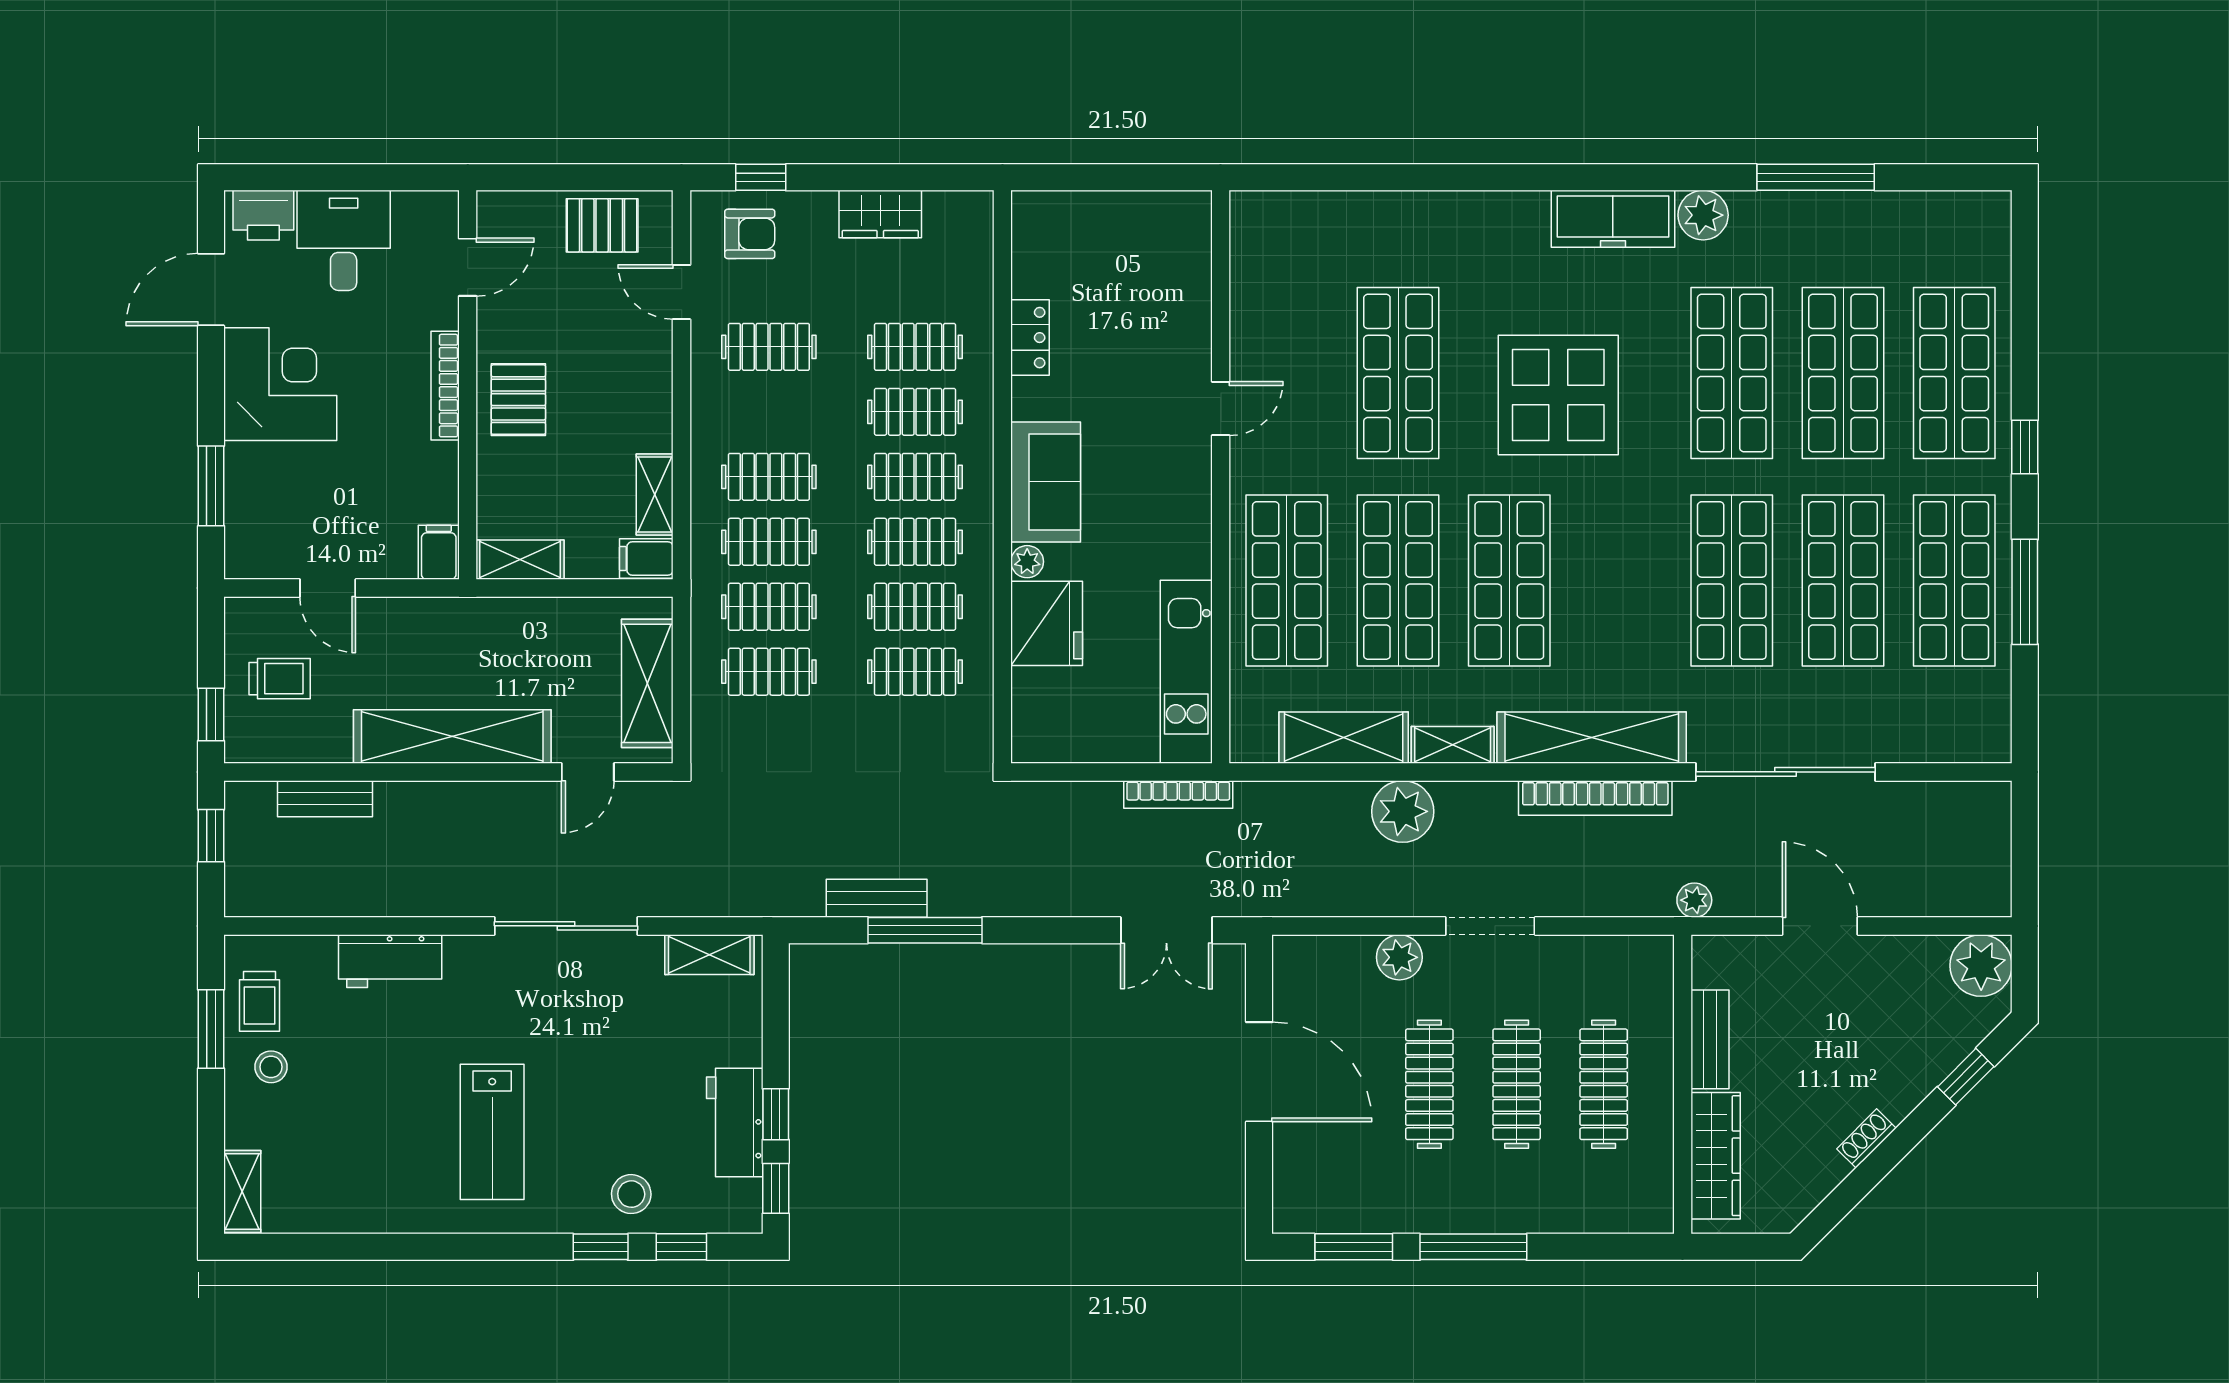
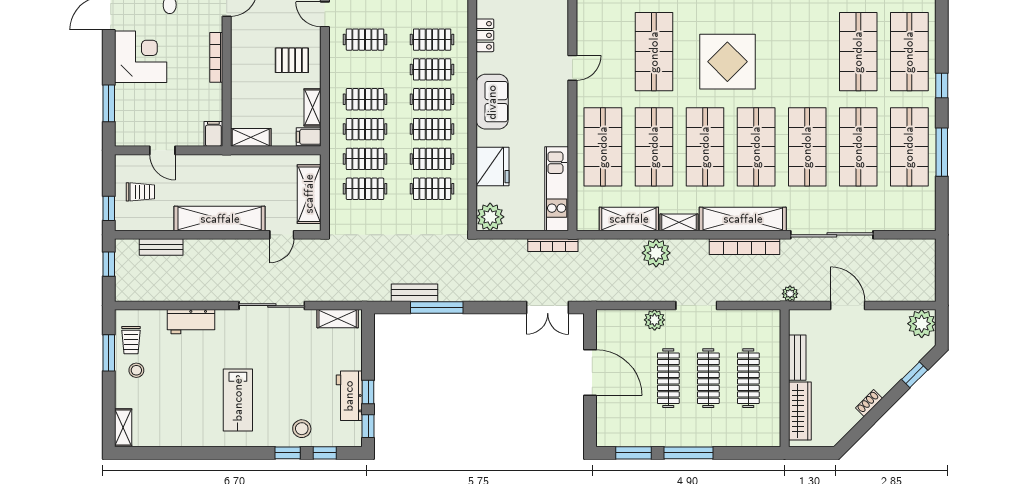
shop shelf: (1732, 373) -> (756, 147), moved
pallet: (518, 400) -> (292, 60), moved, turned 90
plant: (1027, 562) -> (490, 217), moved, width x1.88, depth x1.88

